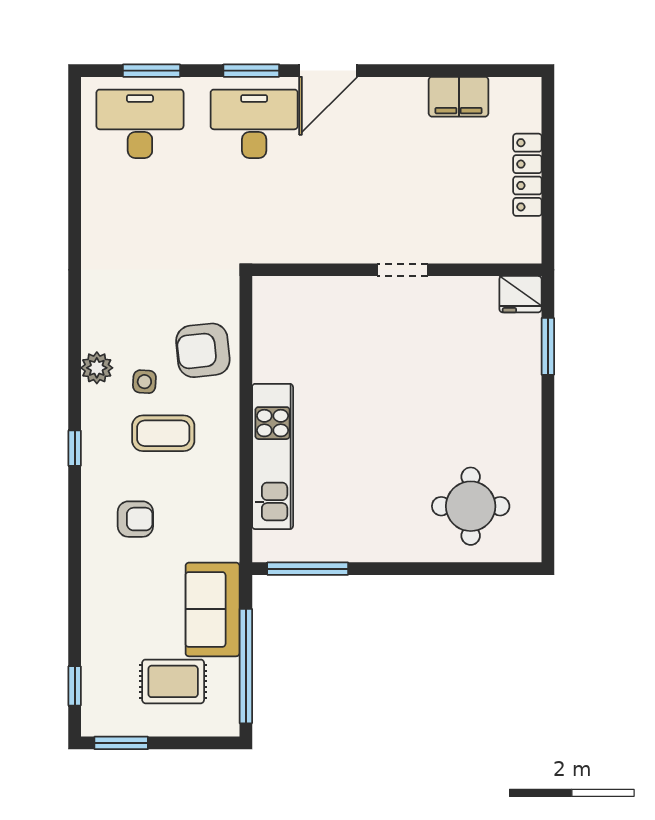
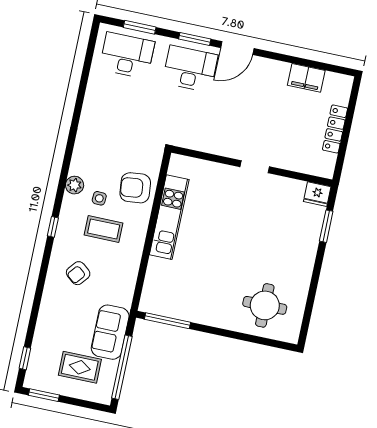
kitchen unit: (273, 456) -> (169, 217), moved
armchair: (135, 519) -> (78, 273), turned 129

